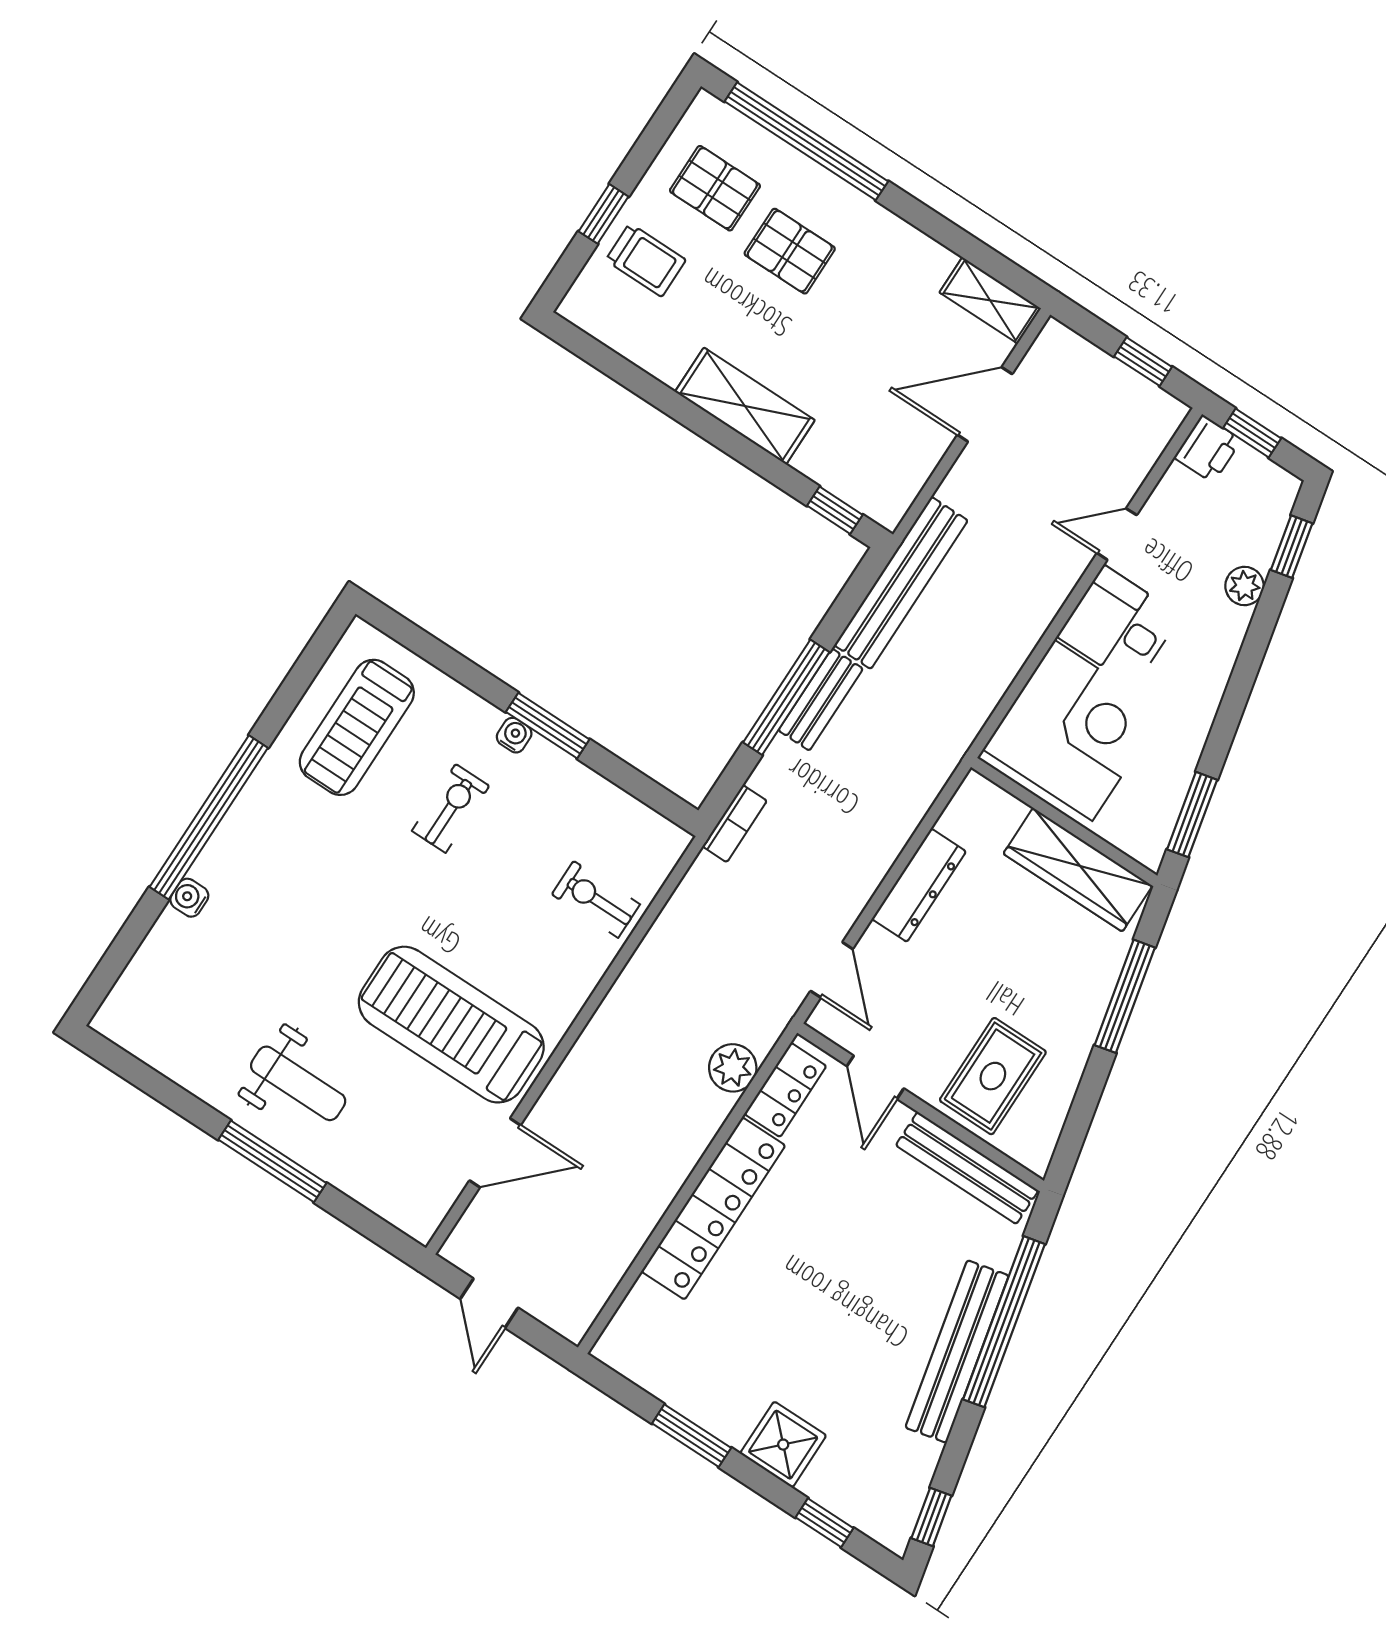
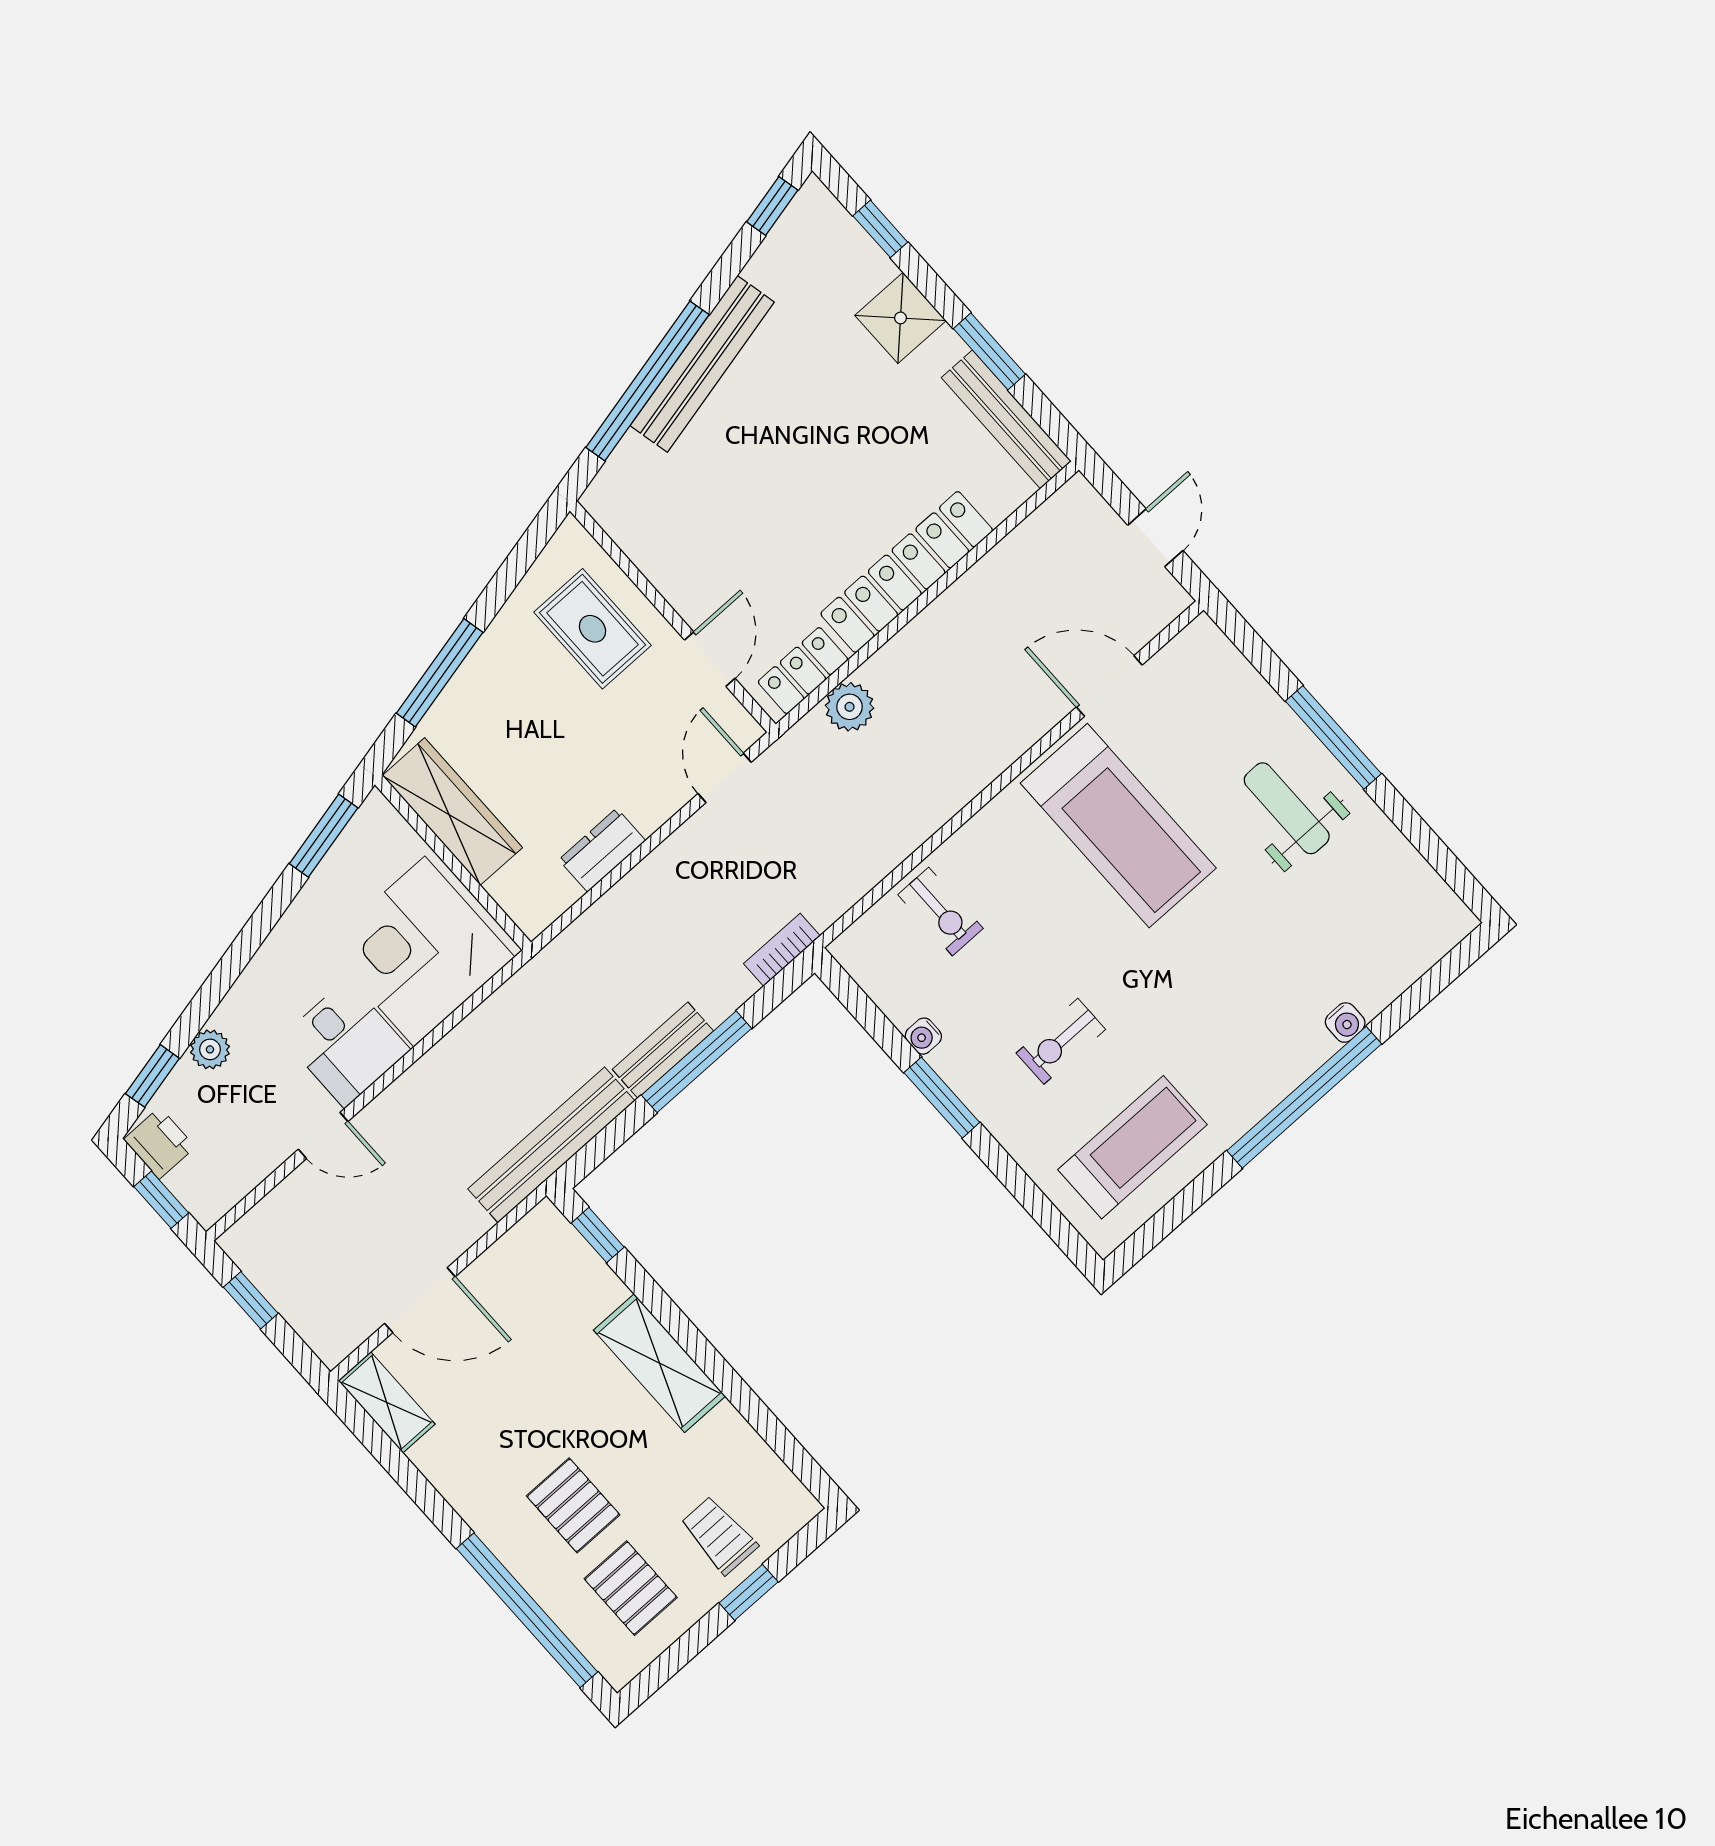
printer: (1208, 449) -> (159, 1143), moved, turned 90
water cooler: (514, 735) -> (923, 1036), moved
dresser: (919, 885) -> (602, 850), width x0.70
rug: (993, 1076) -> (592, 629), turned 90
bench: (967, 1168) -> (1006, 419), moved

